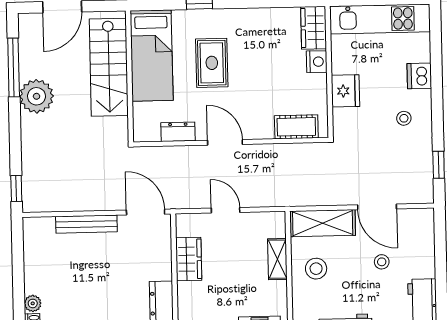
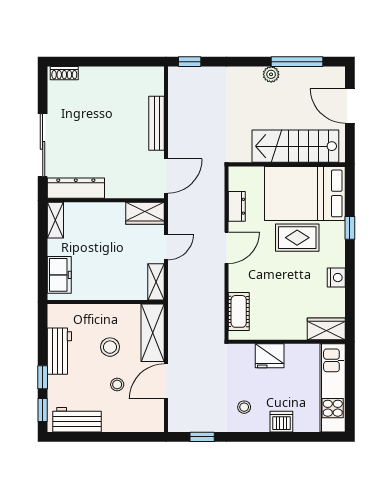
bed: (152, 55) -> (305, 193), width x1.50
nightstand: (317, 62) -> (336, 278), moved, turned -90
plant: (37, 96) -> (271, 74), width x0.53, depth x0.53
wardrobe: (189, 259) -> (145, 213), moved
shelving: (277, 259) -> (156, 282), moved, turned 90
stool: (316, 269) -> (110, 347), moved
plant: (33, 303) -> (87, 74), removed

